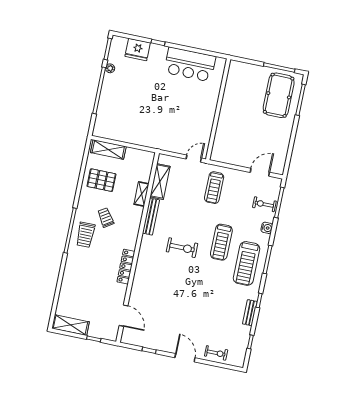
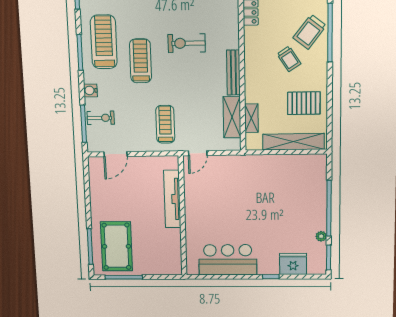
tv unit: (223, 125) -> (172, 199), added
shelving: (108, 150) -> (293, 142), width x1.47
shelving: (141, 194) -> (251, 118), moved
trolley: (85, 235) -> (310, 32), turned -142

